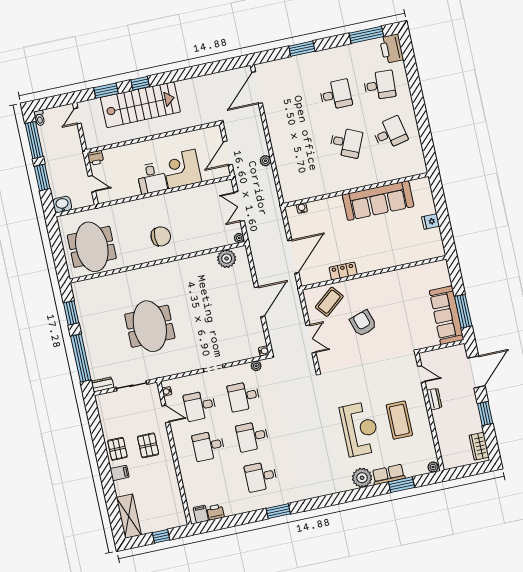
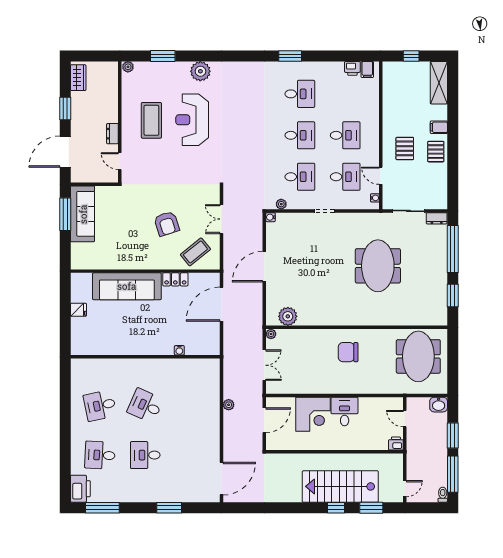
sofa: (378, 201) -> (127, 286), moved, turned 180
water cooler: (302, 208) -> (179, 350), moved
row of seats: (388, 474) -> (174, 69), removed

